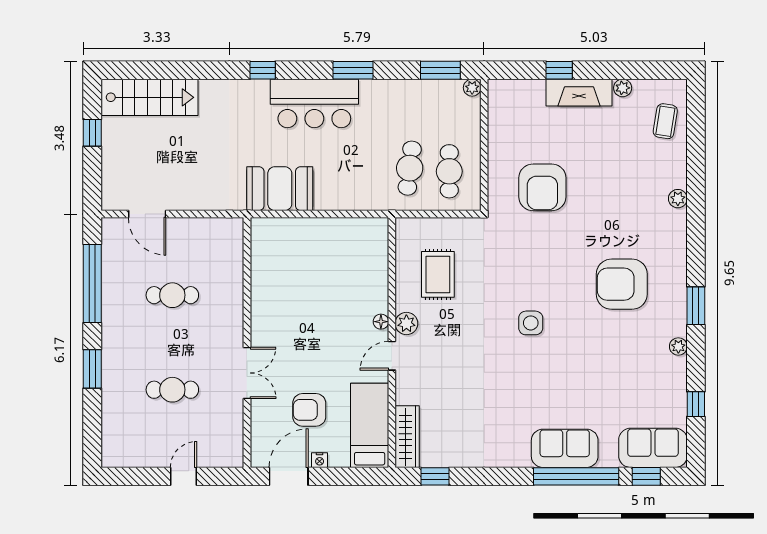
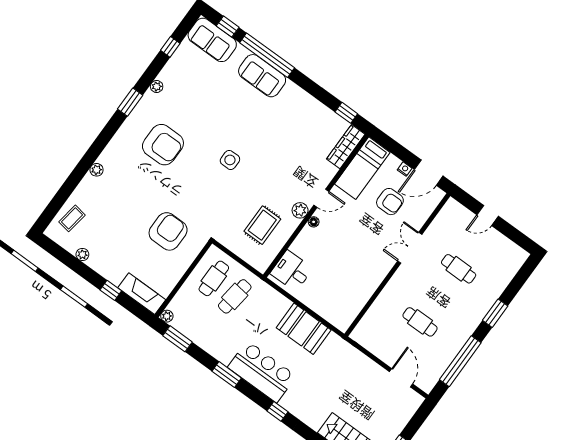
fireplace: (579, 93) -> (142, 294), moved
booth: (280, 189) -> (304, 329), moved
desk: (365, 246) -> (292, 271), added

